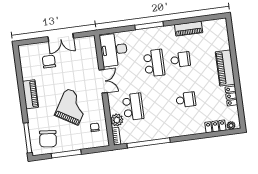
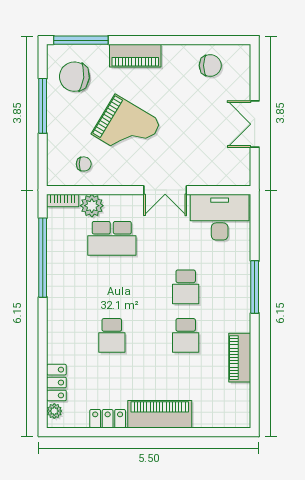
chair: (49, 62) -> (210, 65), moved
school desk: (154, 63) -> (186, 287), width x0.54
piano: (30, 94) -> (135, 56), moved

